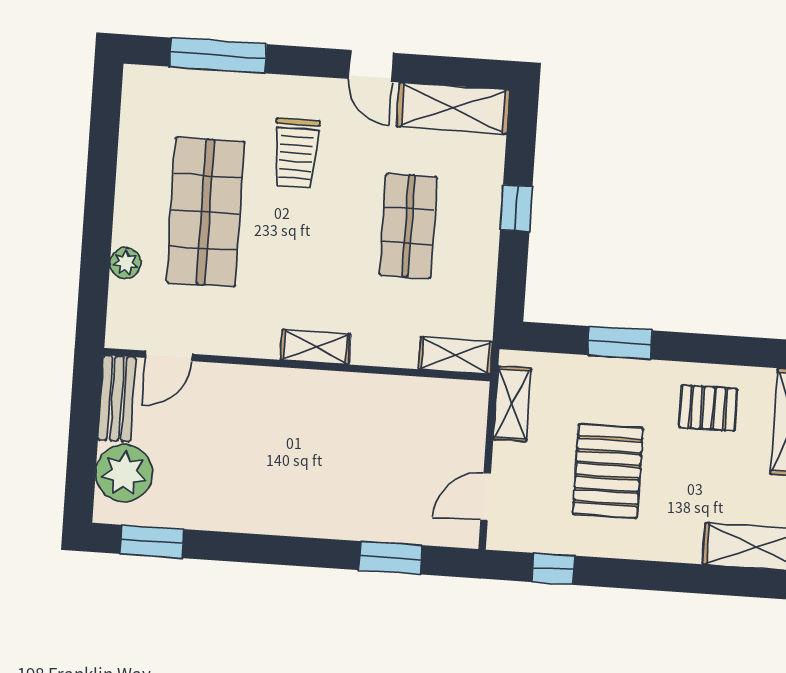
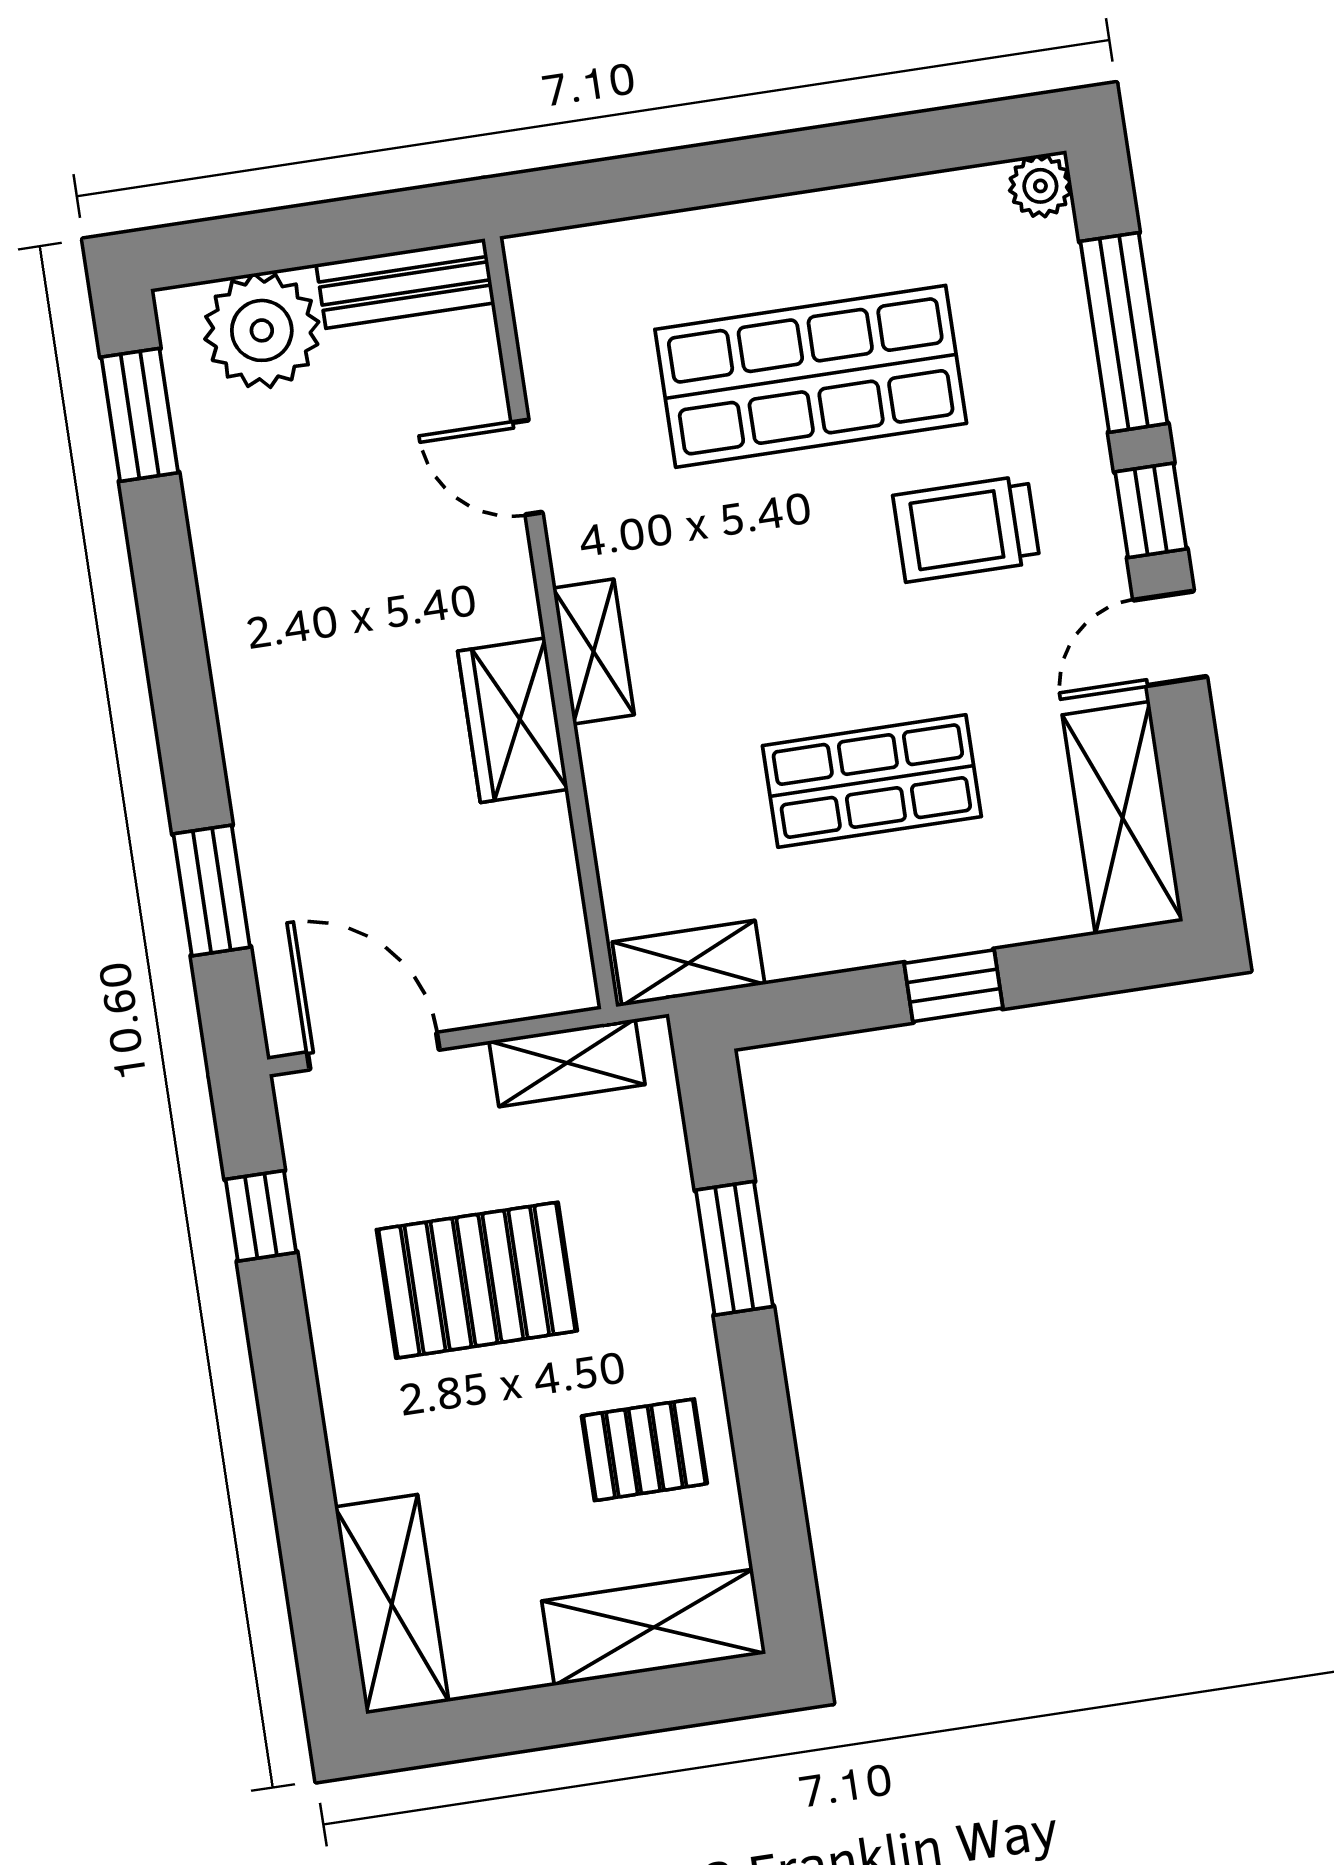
window: (307, 61) -> (1151, 510), added
plant: (125, 263) -> (1040, 186), moved
door: (169, 356) -> (527, 467), moved
shelving: (456, 356) -> (689, 963), moved, turned 90
wardrobe: (340, 393) -> (513, 720), added
pallet: (708, 408) -> (644, 1450), turned 90
door: (486, 497) -> (373, 1051), width x1.38

